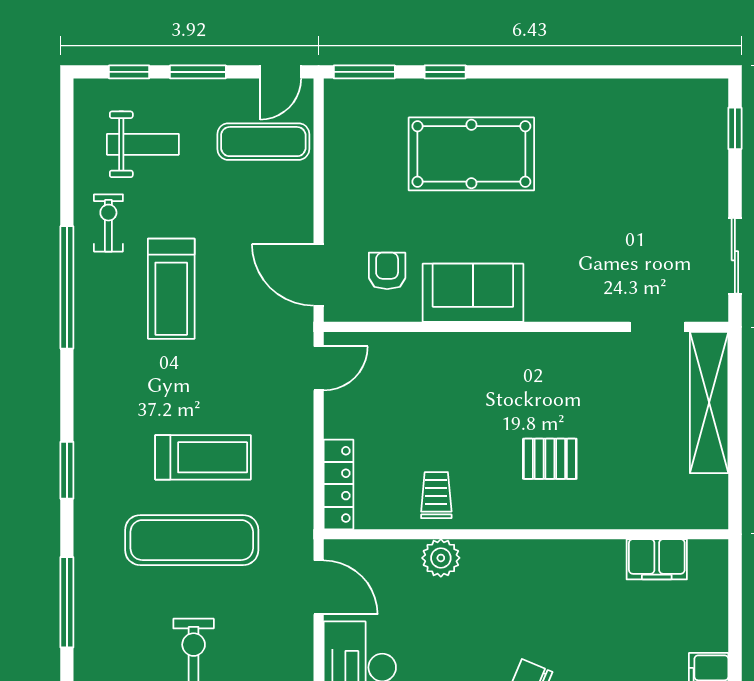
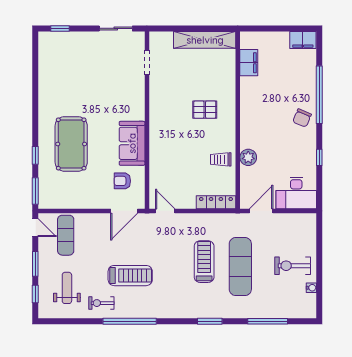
shelving: (709, 402) -> (205, 40), moved
pallet: (550, 459) -> (205, 110), turned 90

